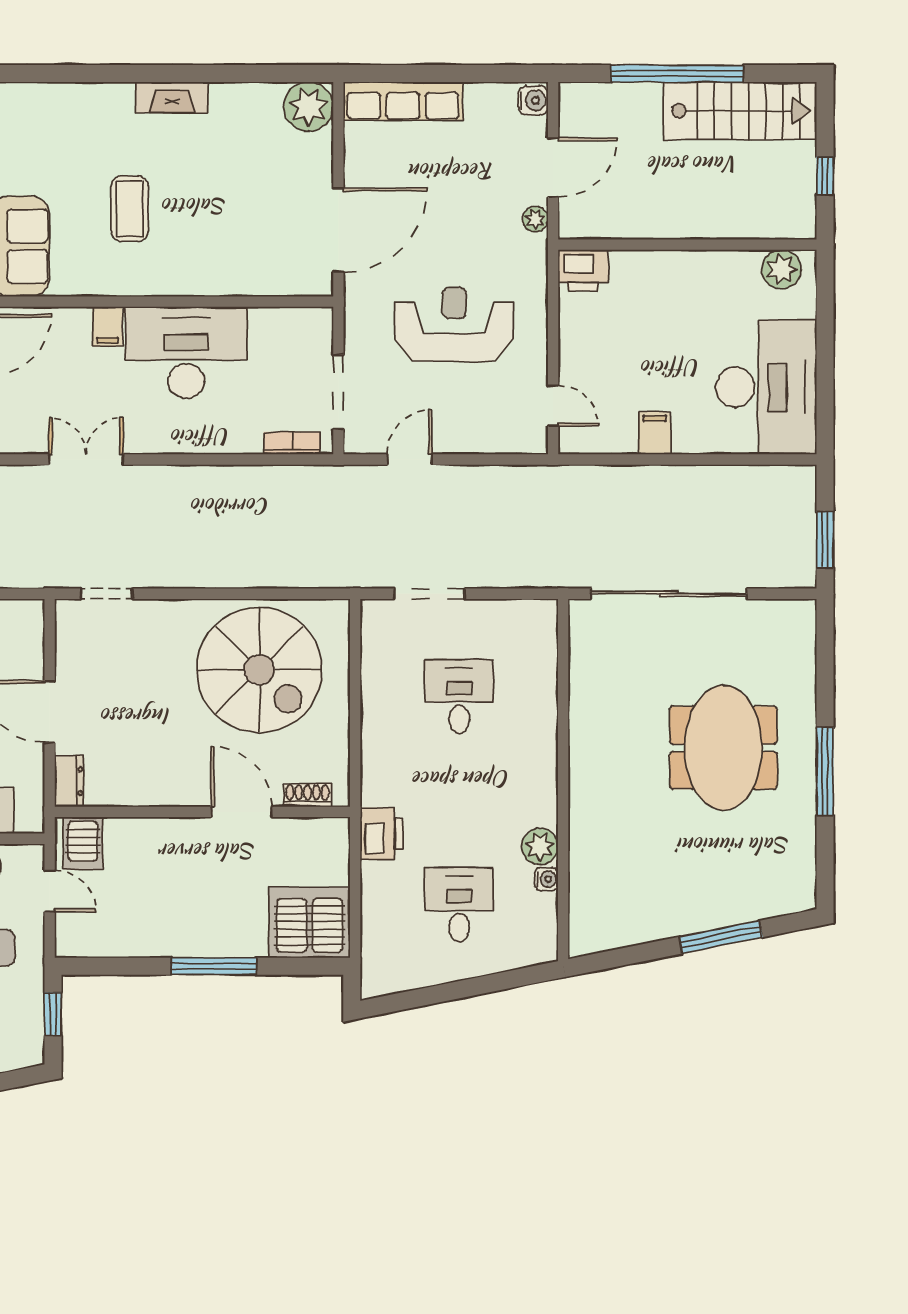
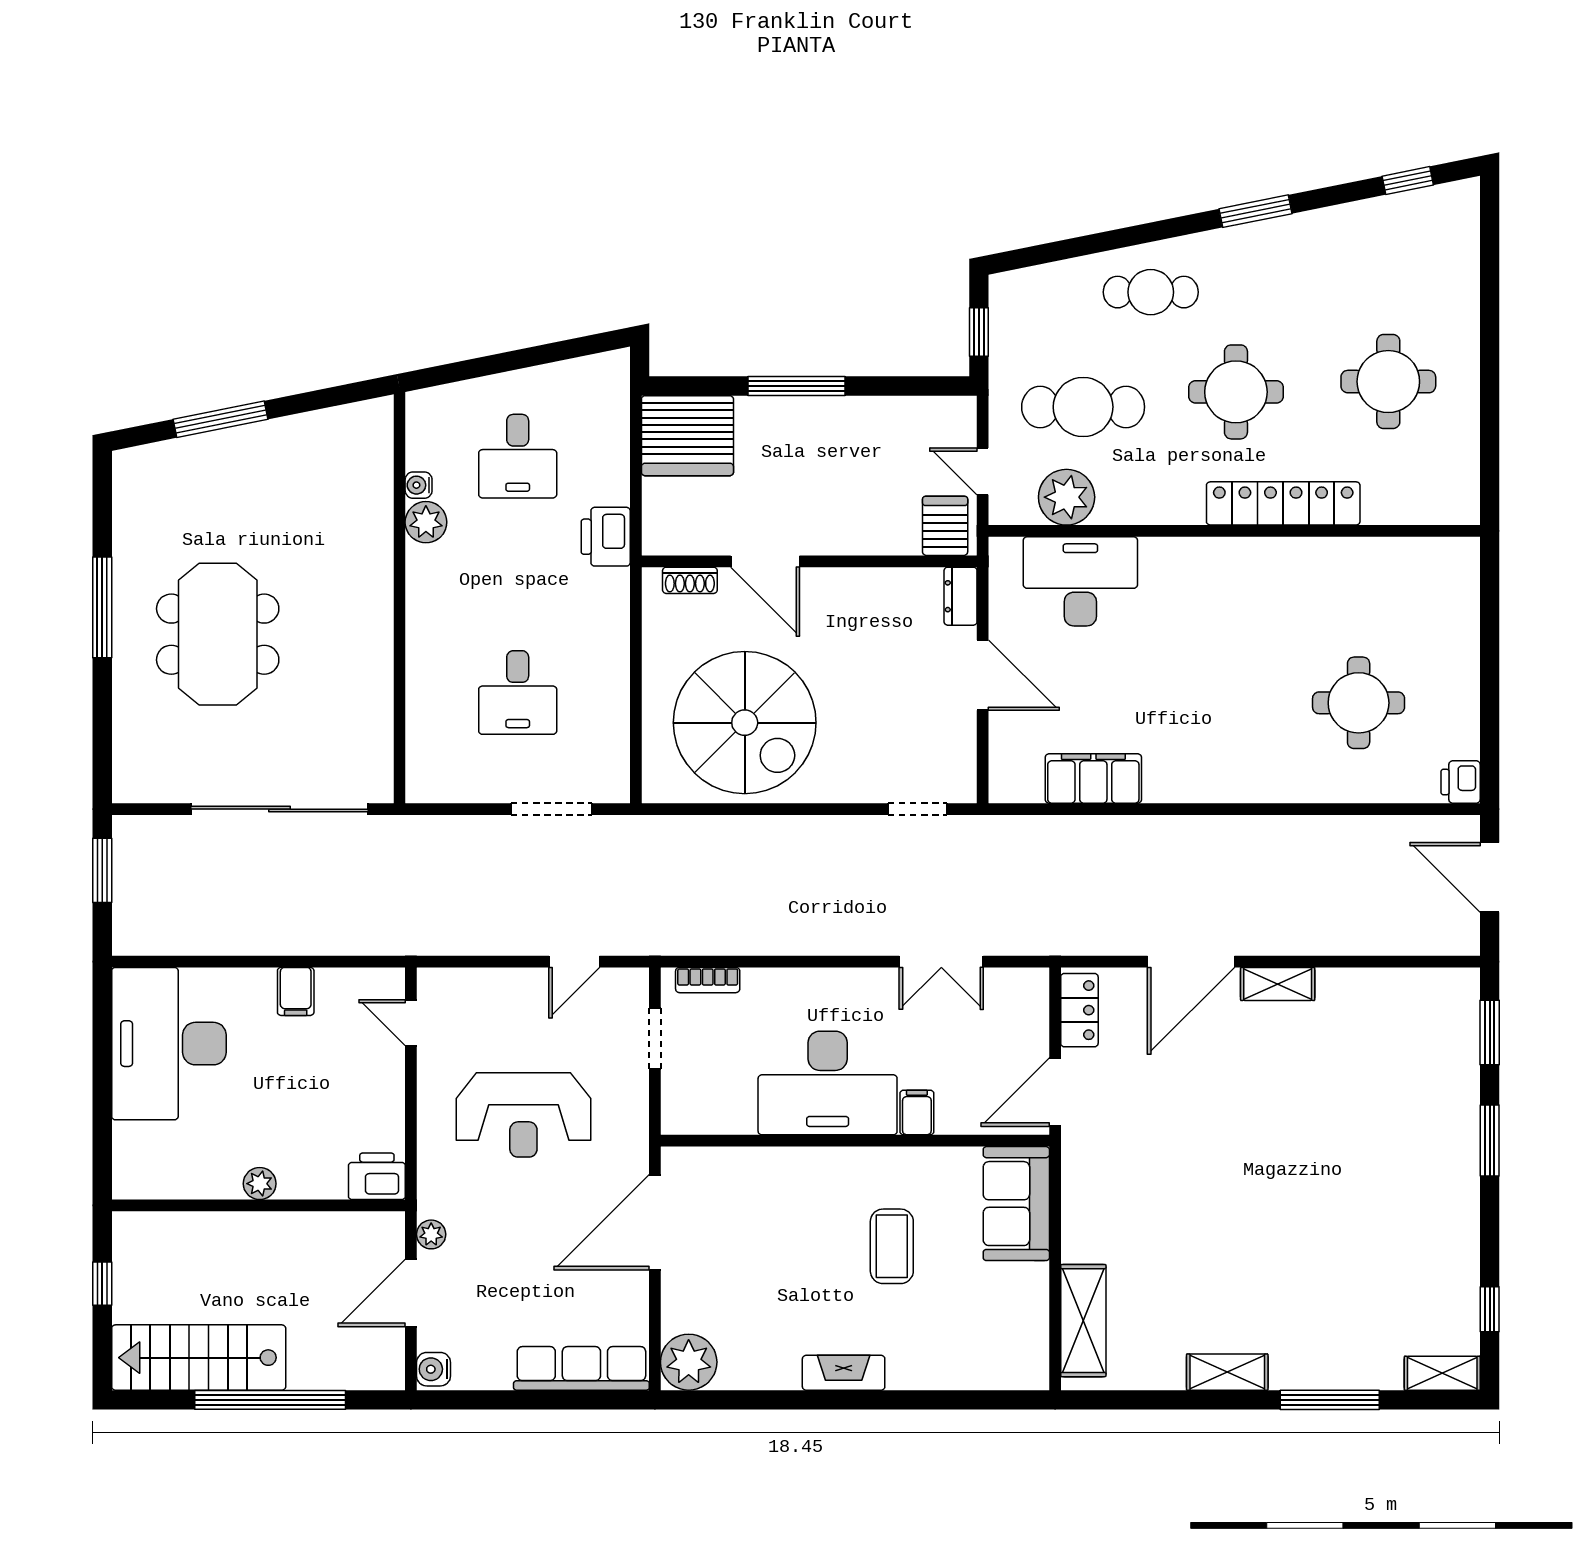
plant: (781, 269) -> (260, 1184), moved, width x0.73, depth x0.73
doorway: (338, 392) -> (655, 1038), width x0.73
spiral stairs: (259, 670) -> (745, 723), turned 180

